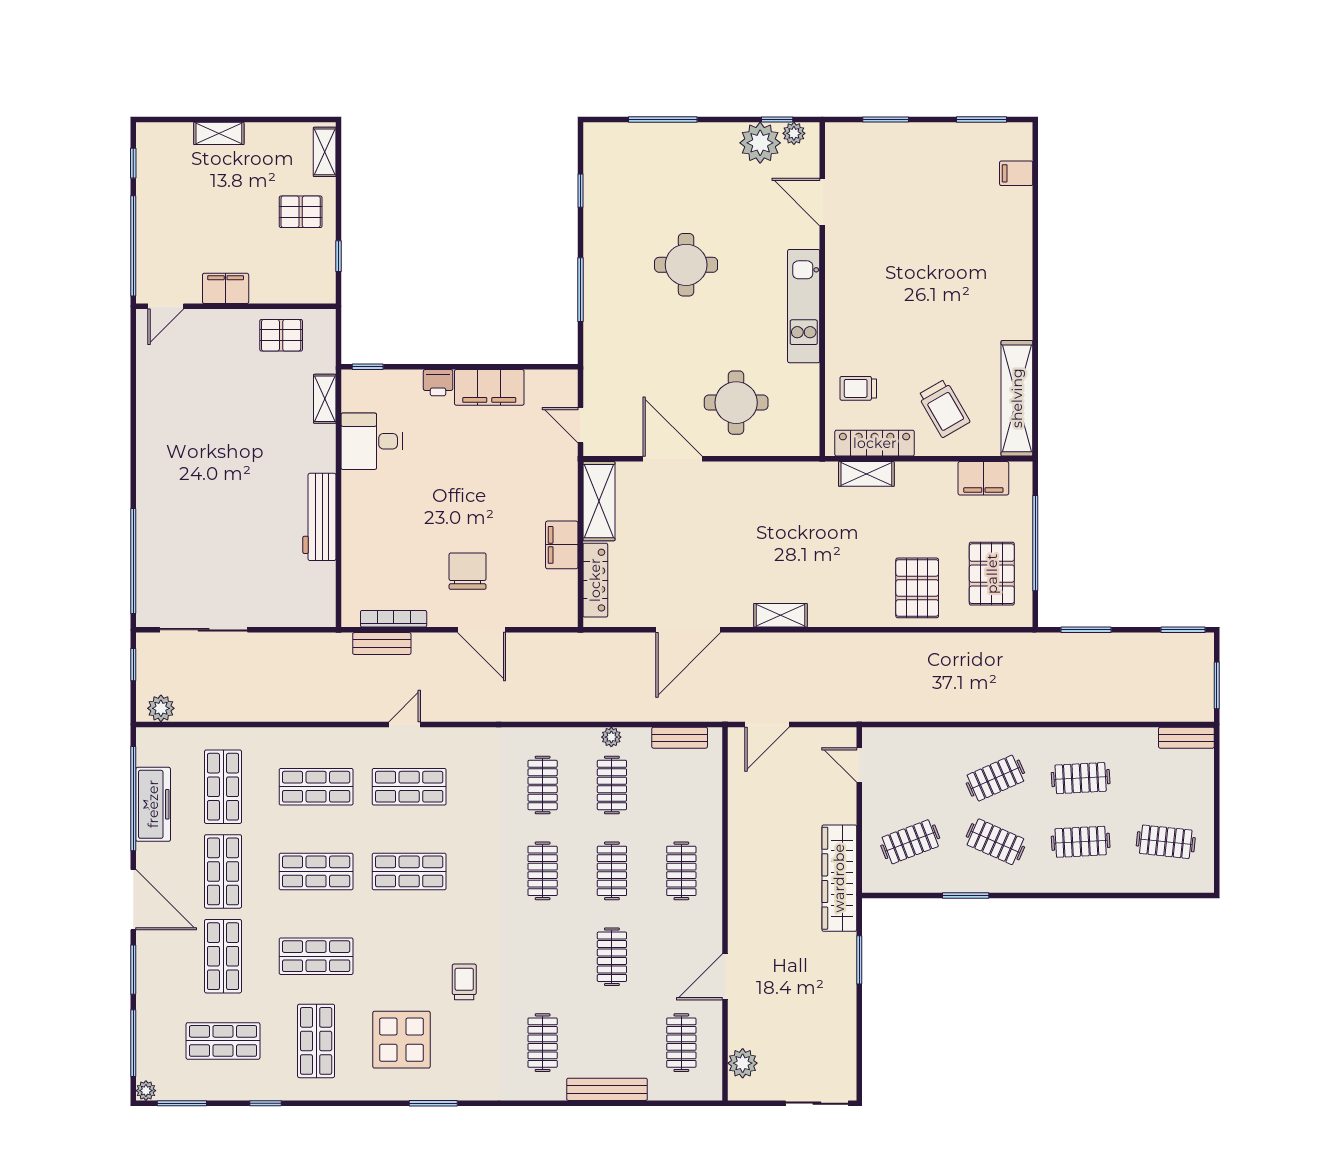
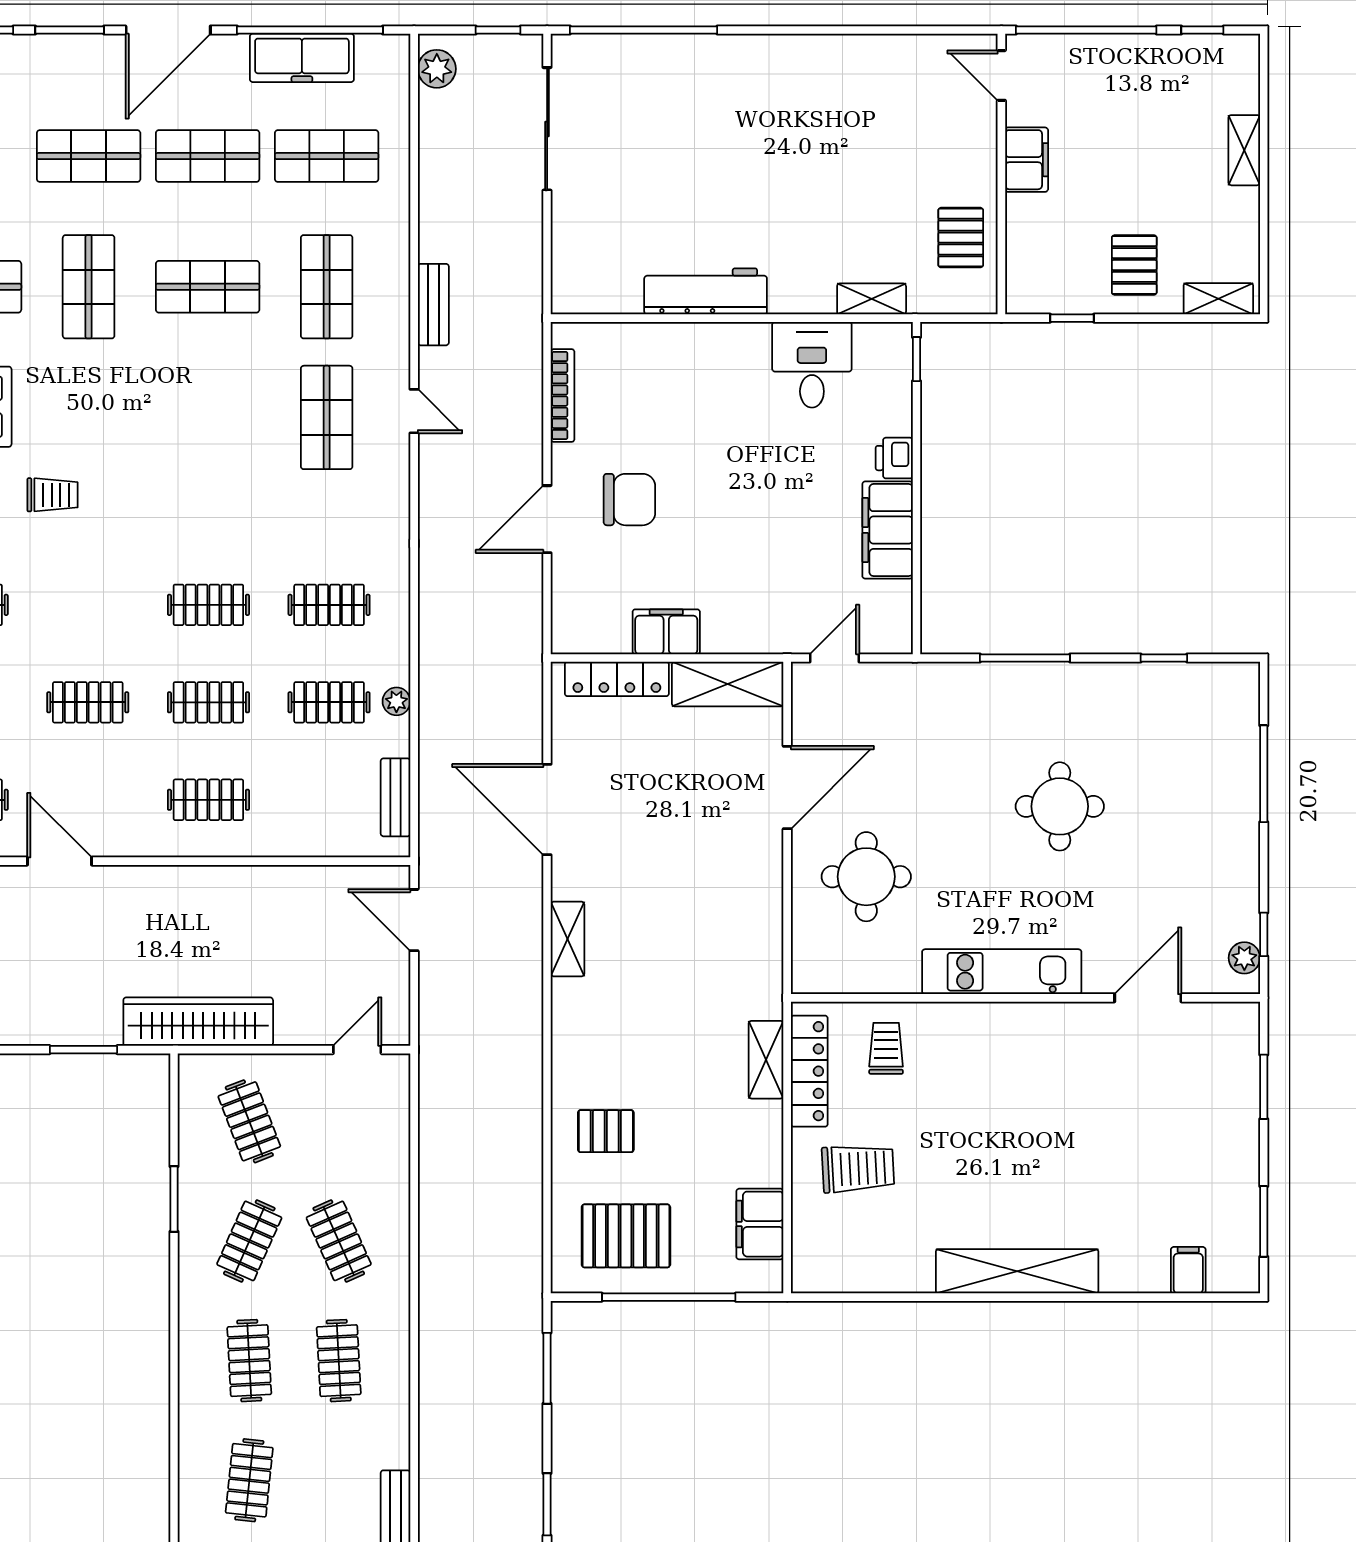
plant: (760, 143) -> (1231, 910), removed
shelving: (1017, 398) -> (1017, 1271), moved
trolley: (944, 408) -> (858, 1169), turned -153
pallet: (917, 588) -> (606, 1131), width x0.67, depth x0.71
bench: (382, 643) -> (433, 305), moved
shop shelf: (316, 871) -> (208, 287), turned 90
shop shelf: (409, 871) -> (208, 417), removed

